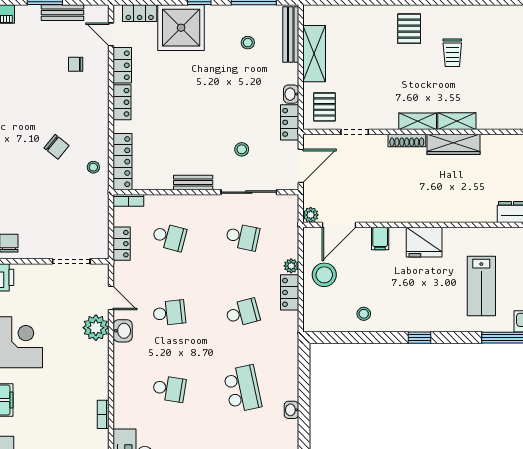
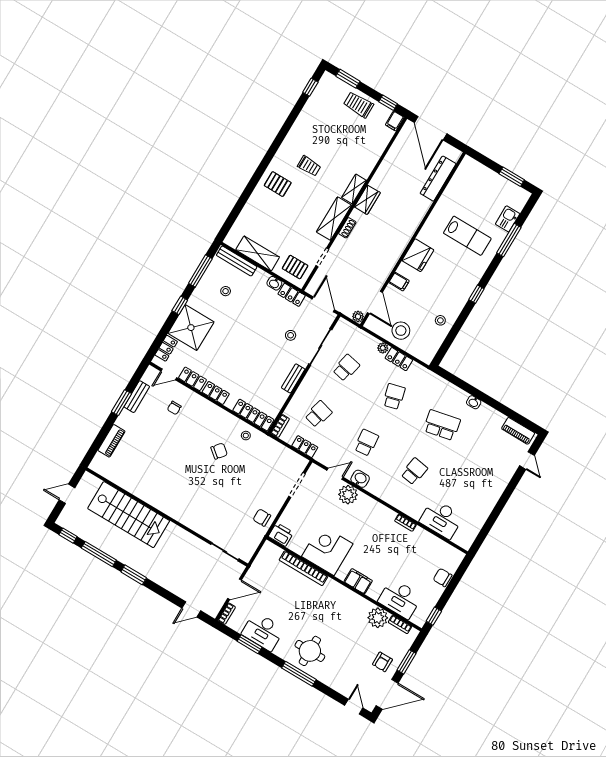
shelving: (418, 121) -> (334, 219), width x1.50, depth x1.33
shoe rack: (407, 140) -> (347, 228), width x0.70
wardrobe: (453, 144) -> (367, 200), width x0.67

